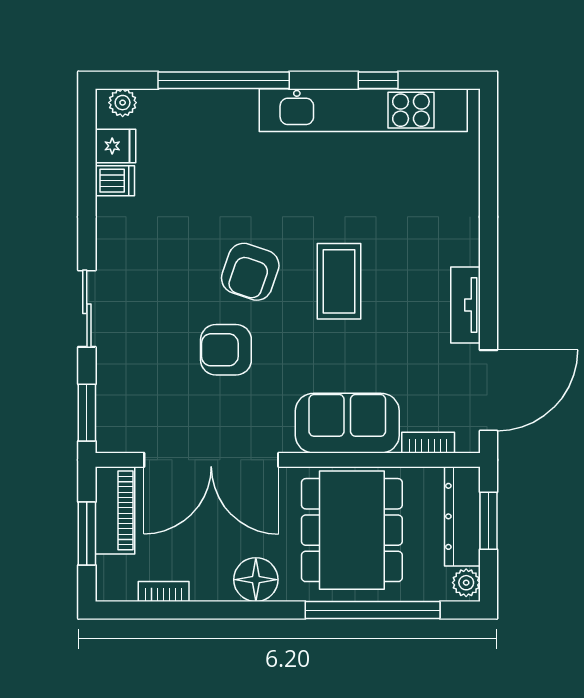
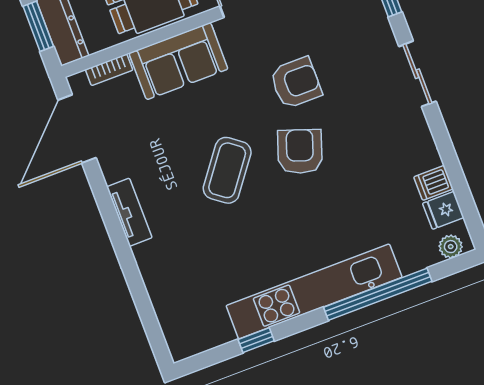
kitchen unit: (363, 110) -> (314, 291), moved
coffee table: (339, 281) -> (227, 170), turned 37
tv unit: (465, 305) -> (129, 212), moved

